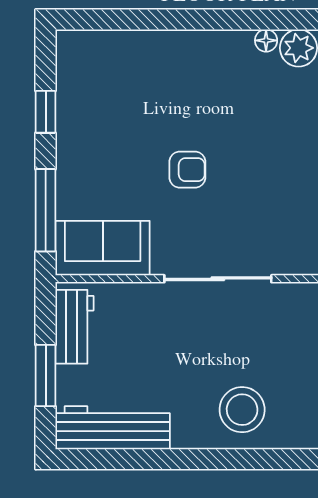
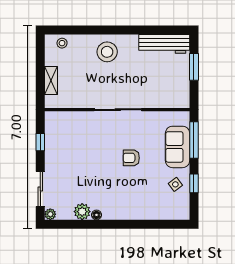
side table: (87, 110) -> (175, 184), added
sofa: (103, 248) -> (178, 147), moved, turned 90
workbench: (74, 327) -> (181, 88), removed

